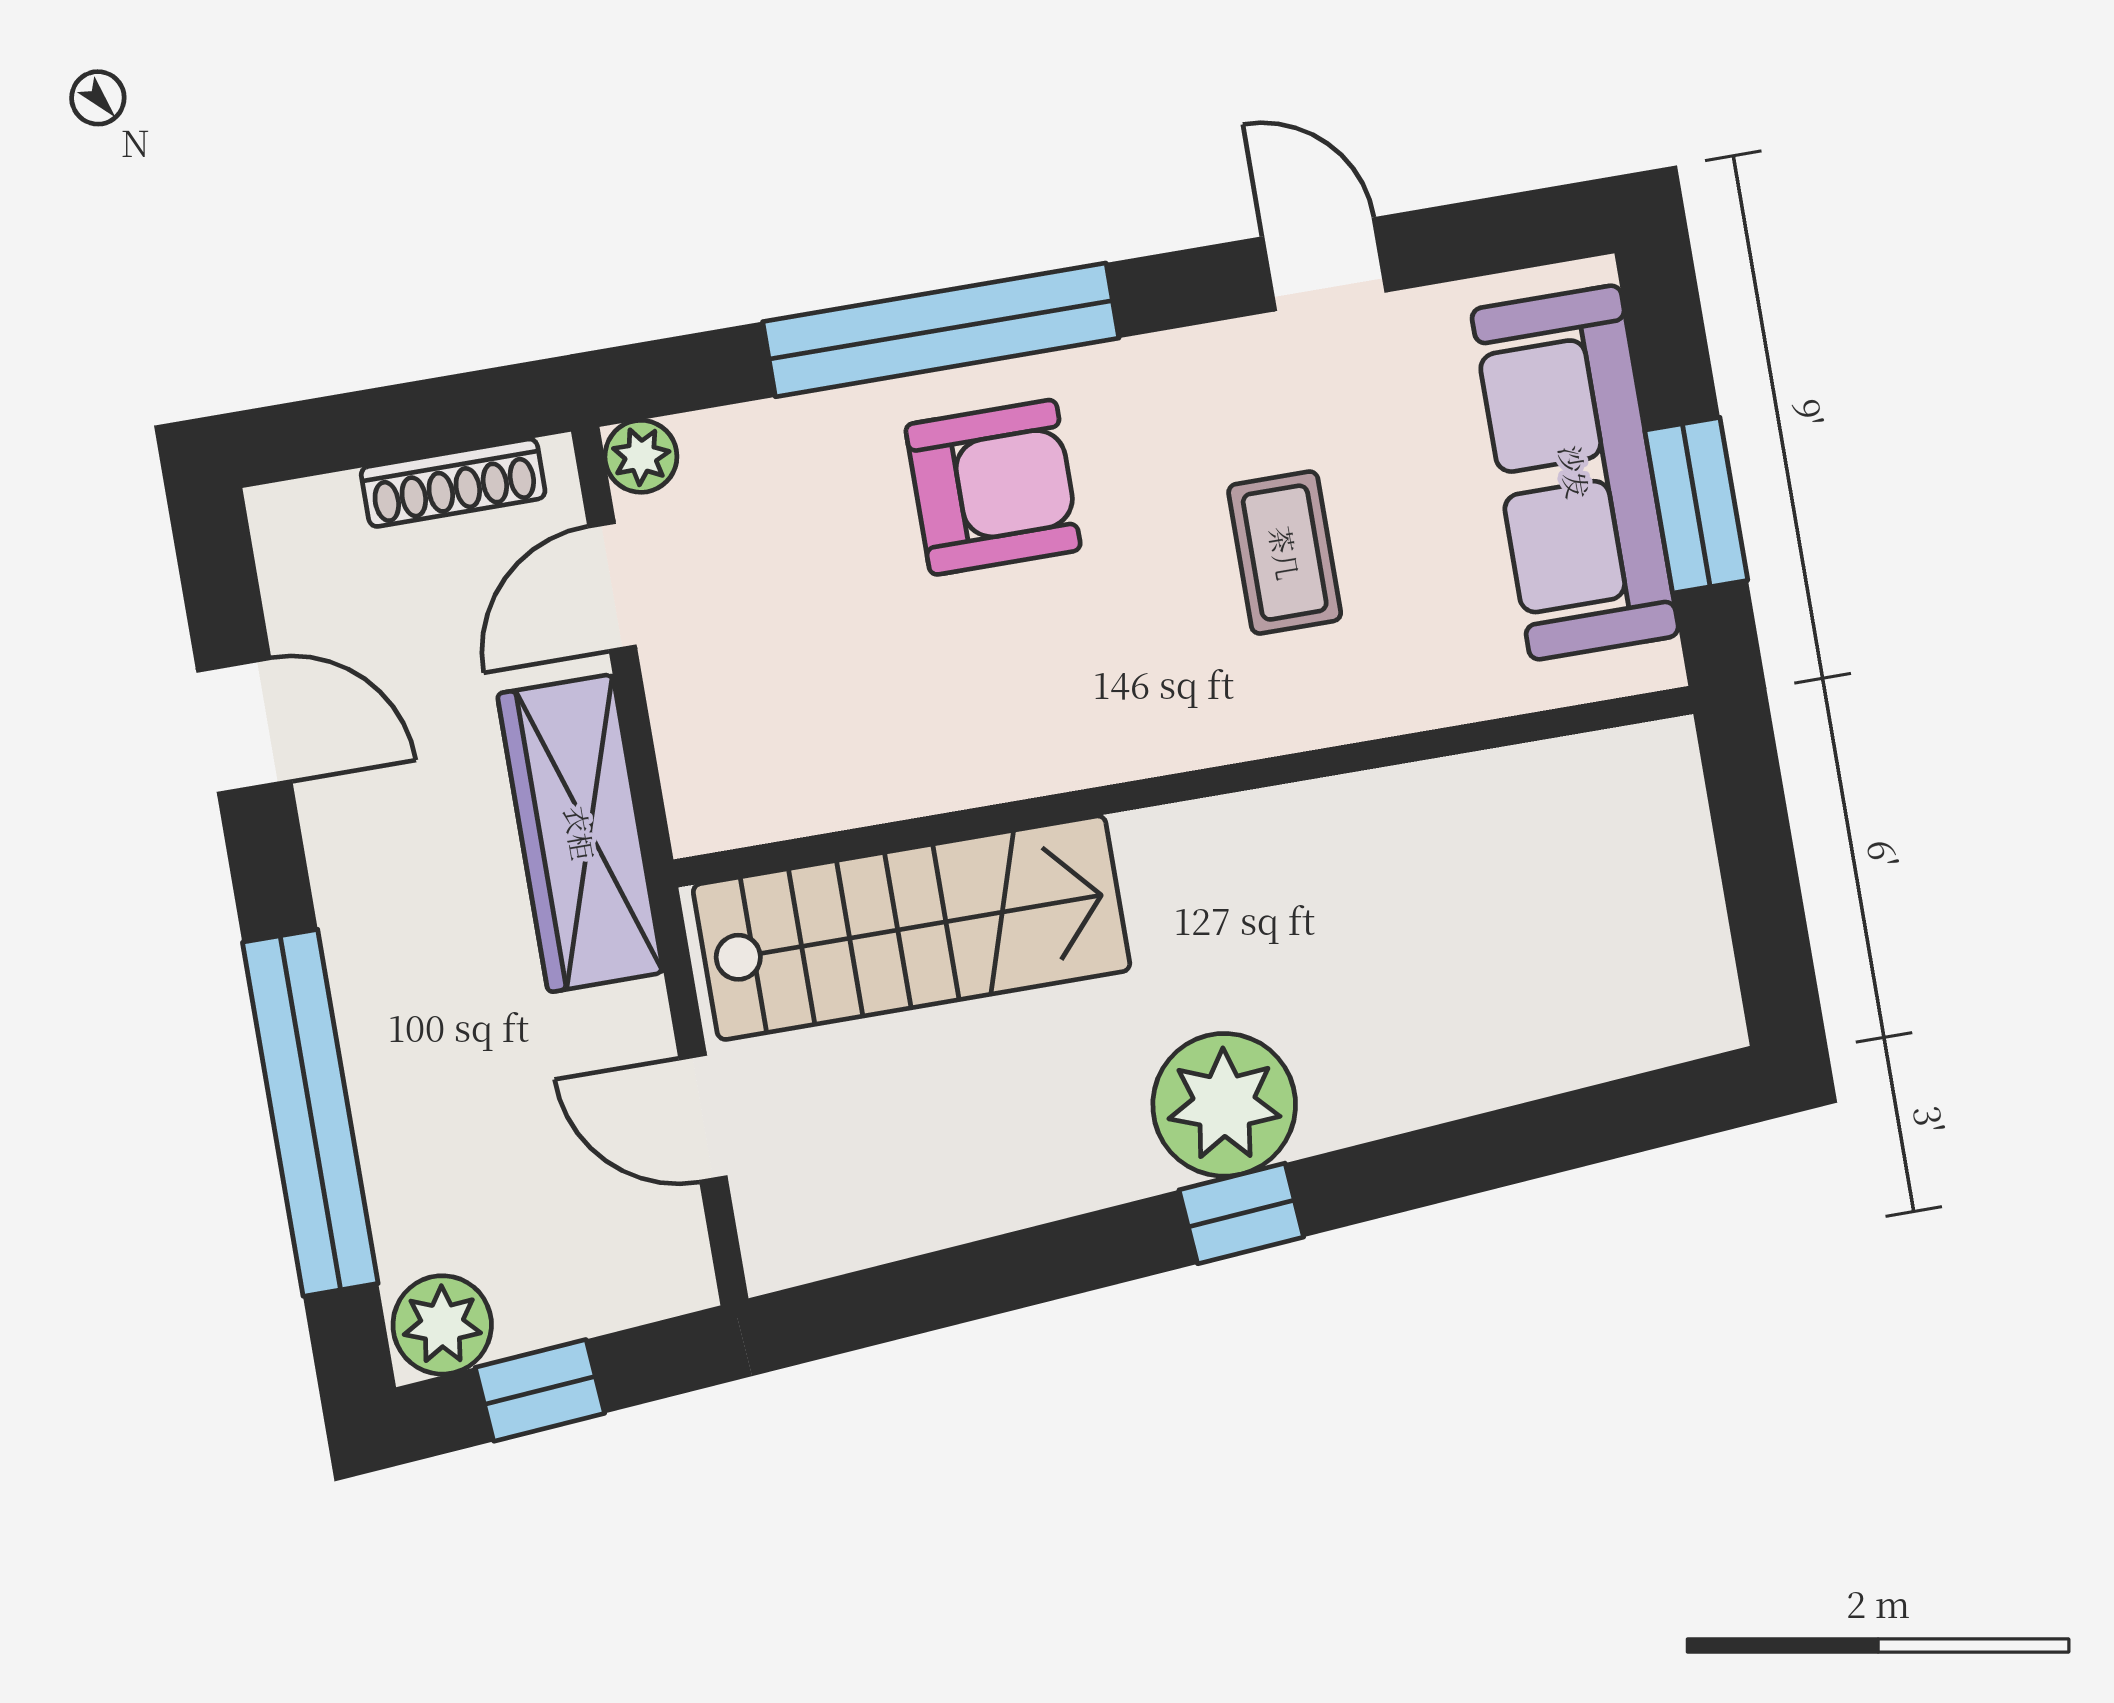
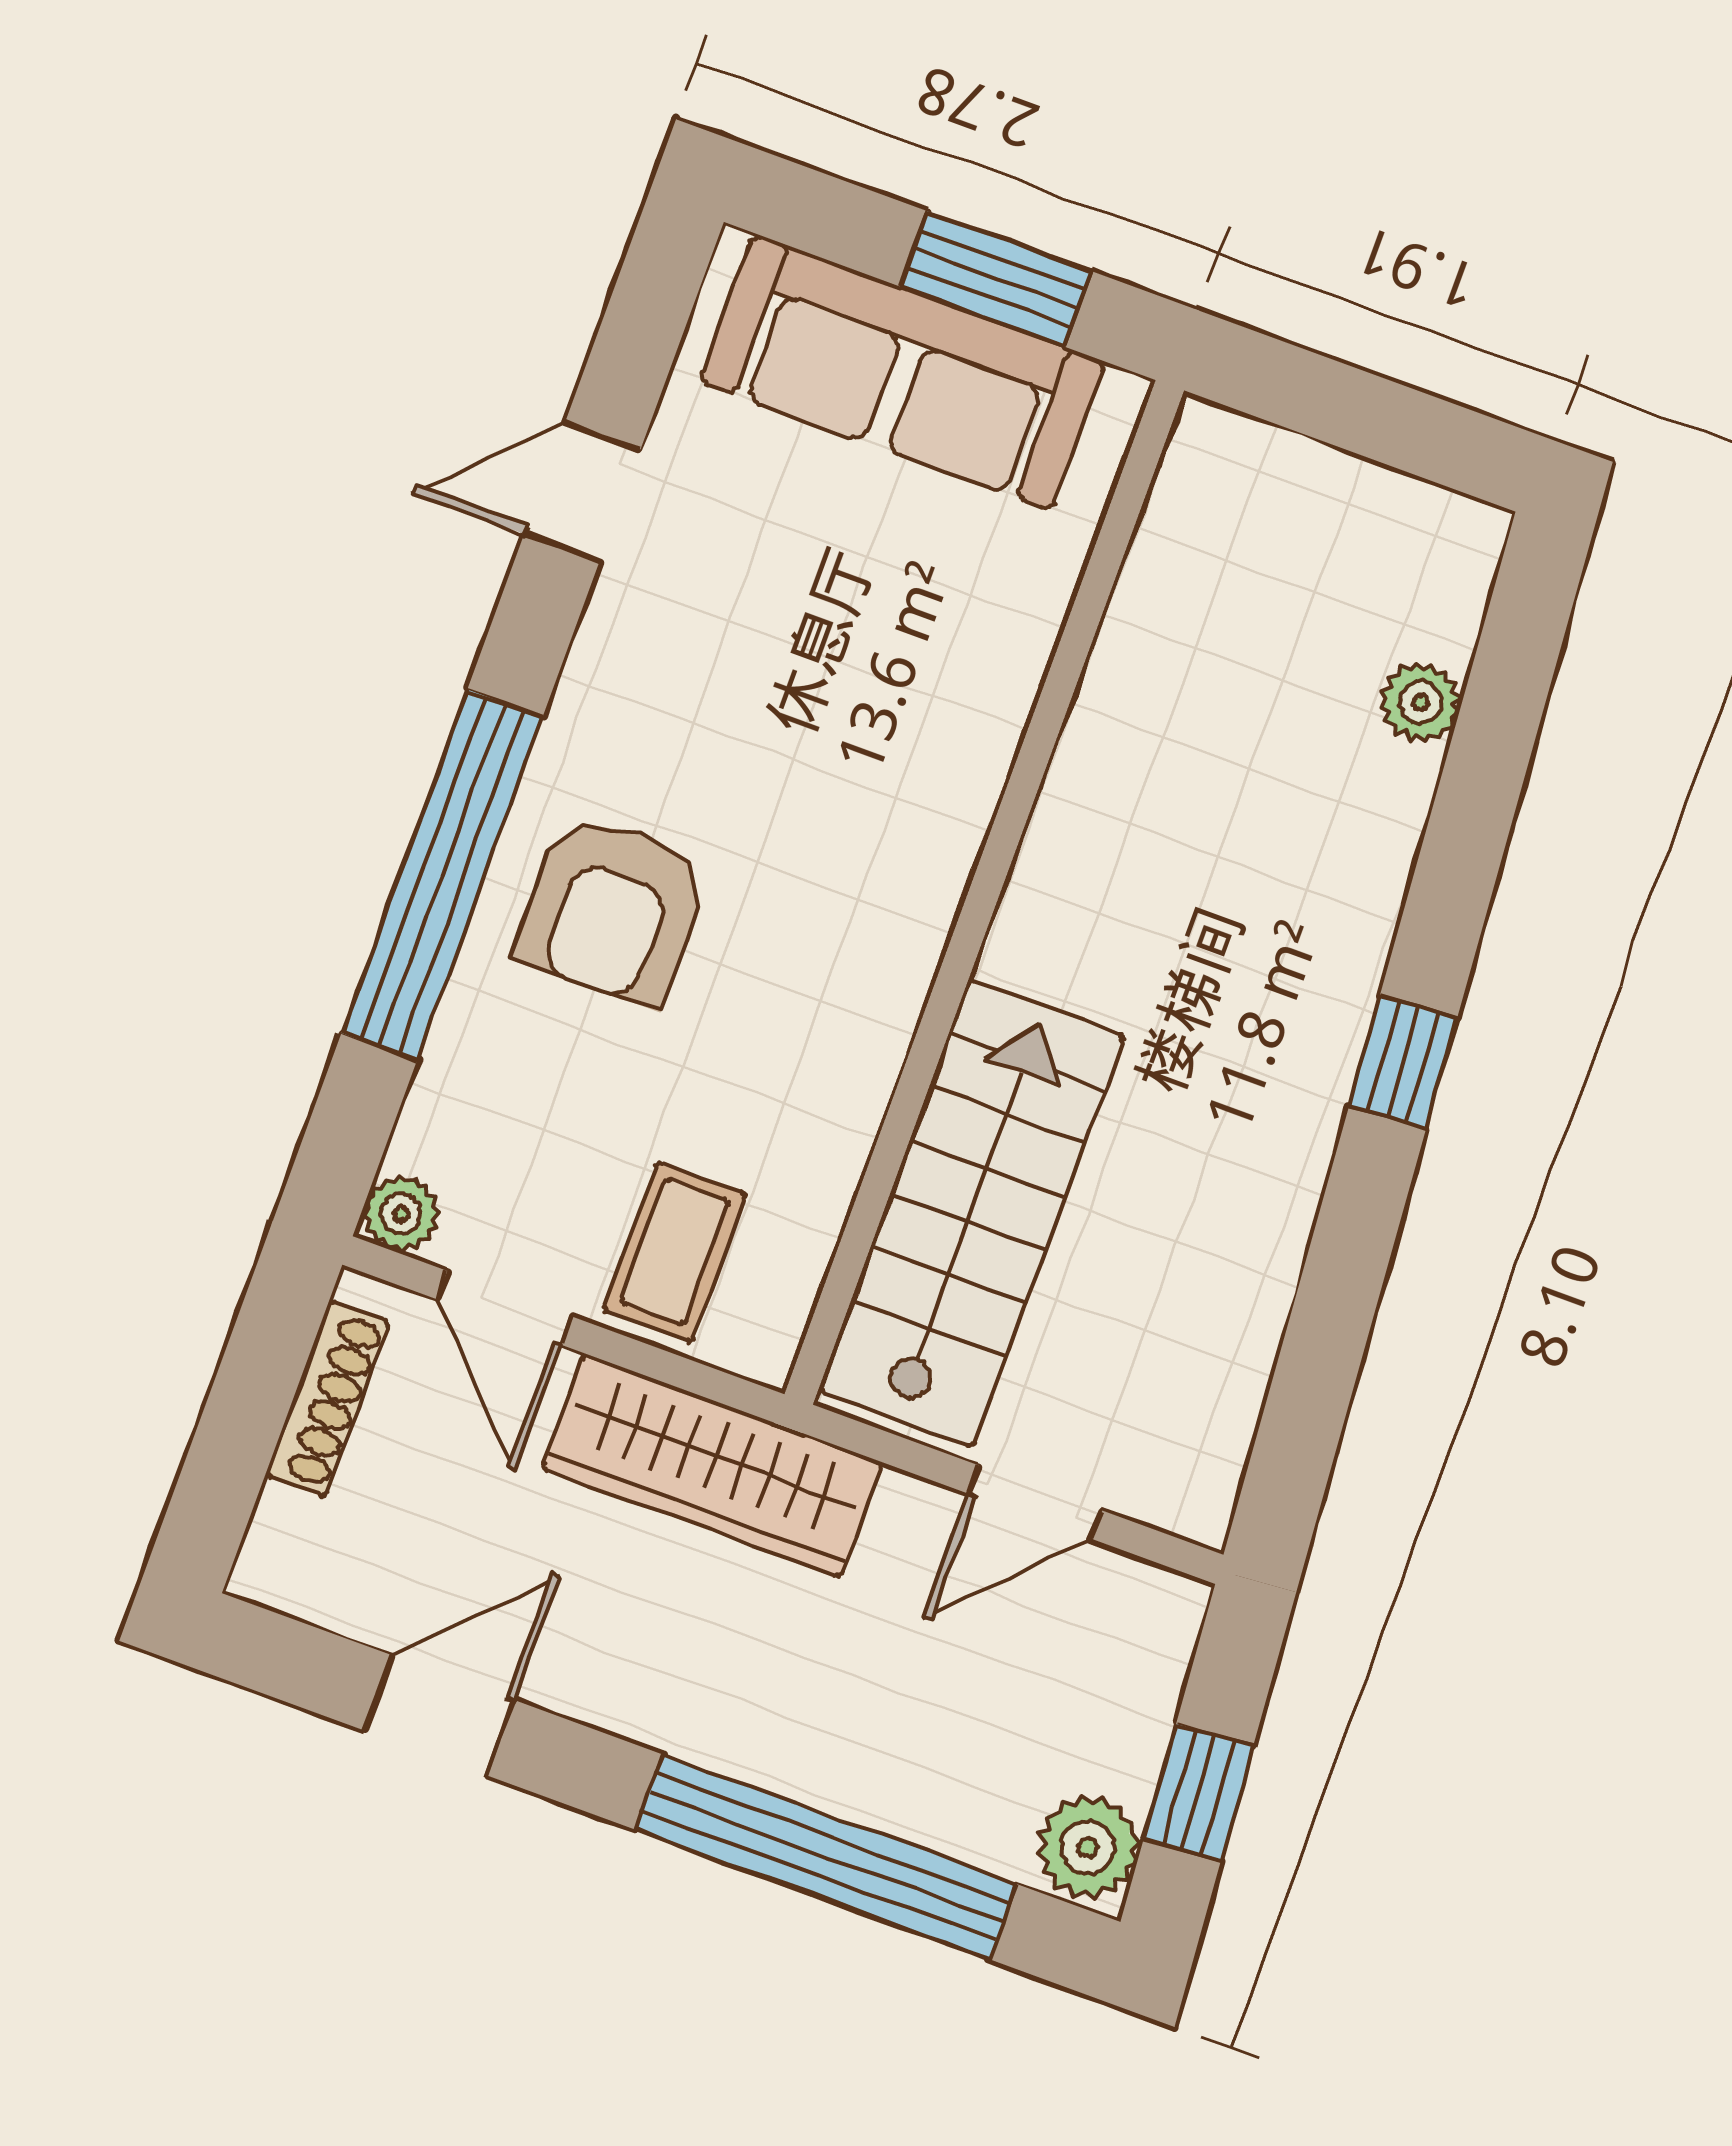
armchair: (993, 487) -> (613, 909), turned 180
coffee table: (1285, 553) -> (675, 1252), moved, turned 90
plant: (1224, 1105) -> (1421, 702), moved, width x0.53, depth x0.53

